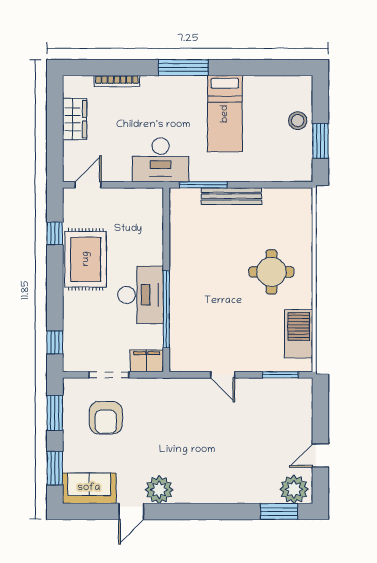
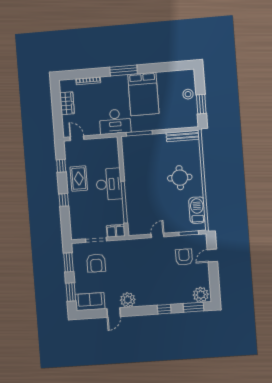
bed: (225, 114) -> (143, 94), width x1.50
door: (88, 185) -> (77, 138), hinge flipped
bench: (232, 196) -> (183, 136), moved
rug: (86, 259) -> (79, 179), width x0.73, depth x0.70
desk: (141, 295) -> (109, 184), moved
window: (55, 342) -> (64, 200), moved
door: (223, 375) -> (157, 235), swing flipped
armchair: (268, 418) -> (184, 257), added
door: (320, 456) -> (212, 256), moved
window: (225, 511) -> (164, 309), added

